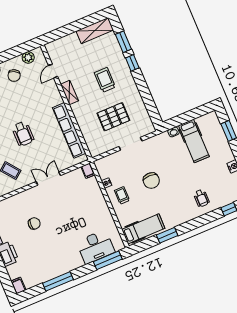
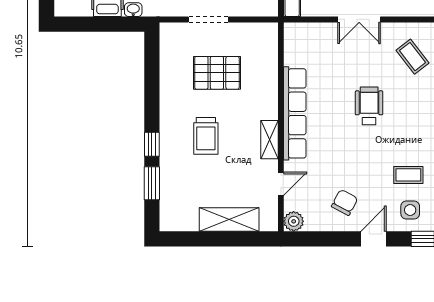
shelving: (95, 31) -> (229, 219), moved
plant: (28, 57) -> (294, 221), moved
row of seats: (69, 130) -> (295, 113), moved

